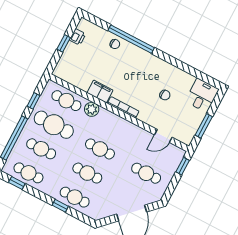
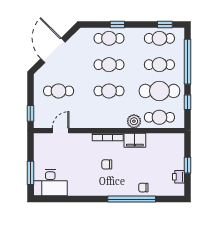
chair: (165, 95) -> (107, 164), moved
desk: (202, 95) -> (50, 183), width x1.37
window: (204, 126) -> (30, 173), moved

